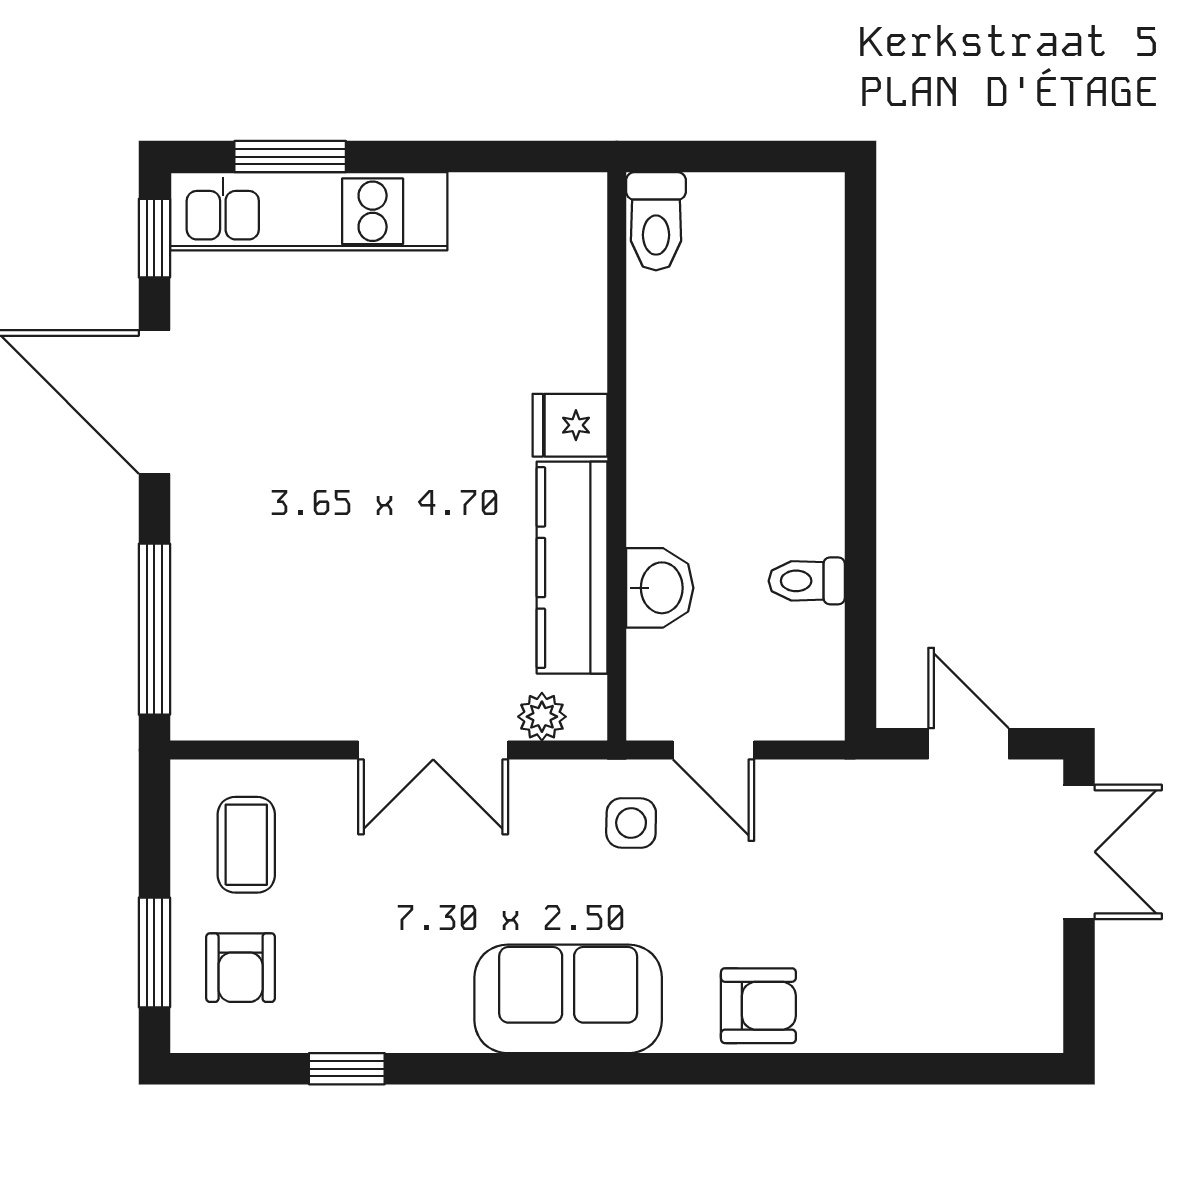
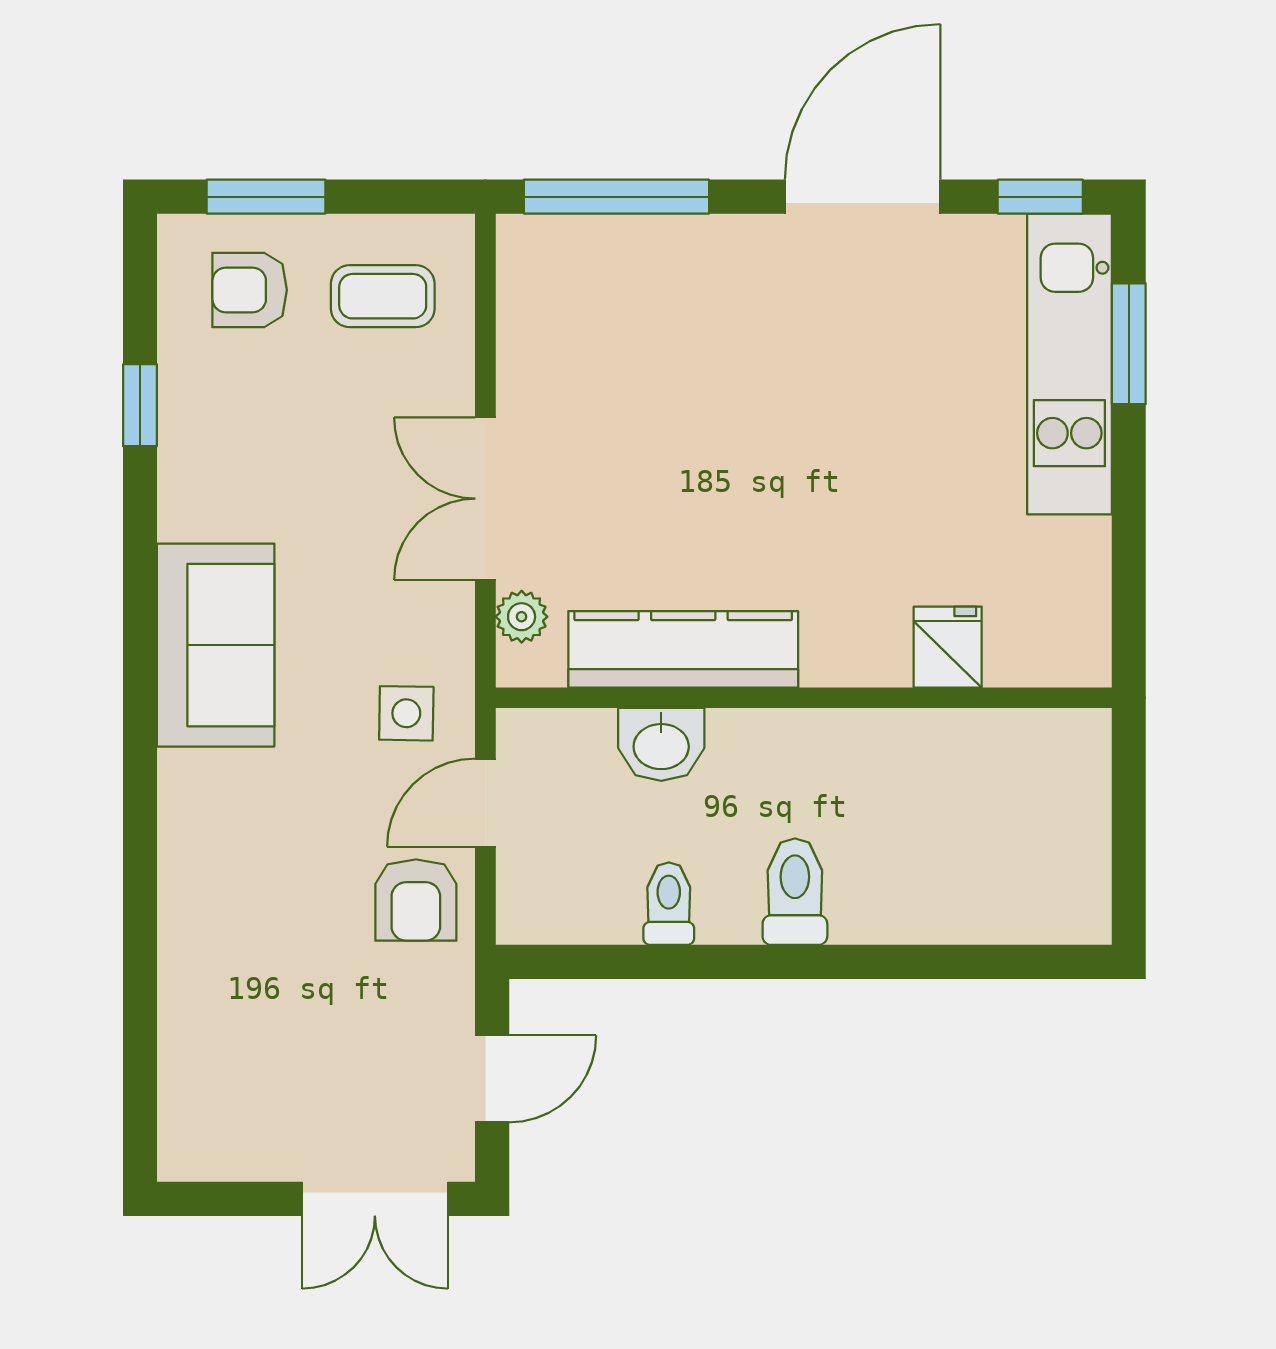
toilet: (656, 221) -> (795, 892), moved, turned 90
fridge: (570, 425) -> (948, 647), moved
armchair: (758, 1006) -> (416, 900), moved

